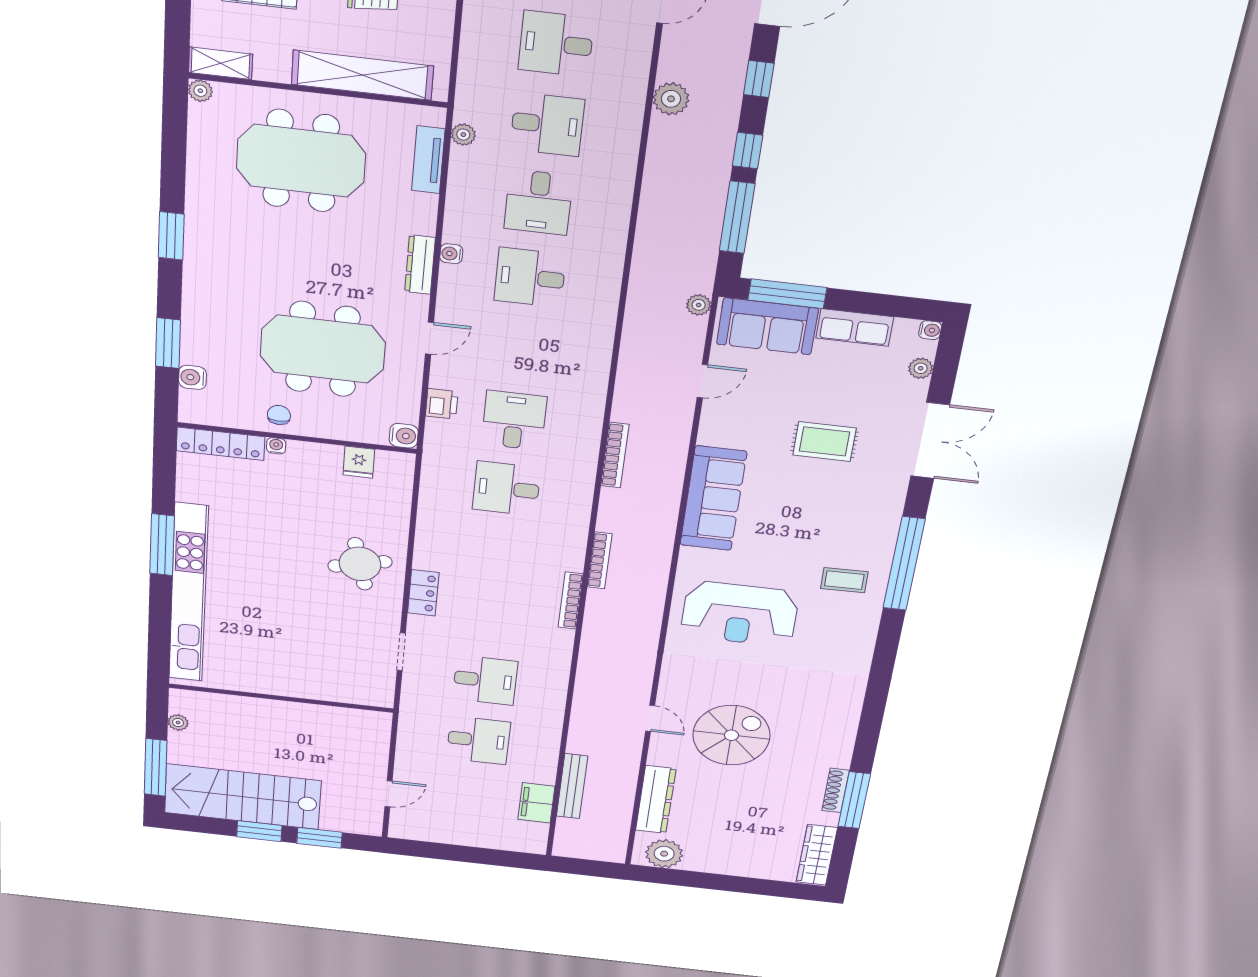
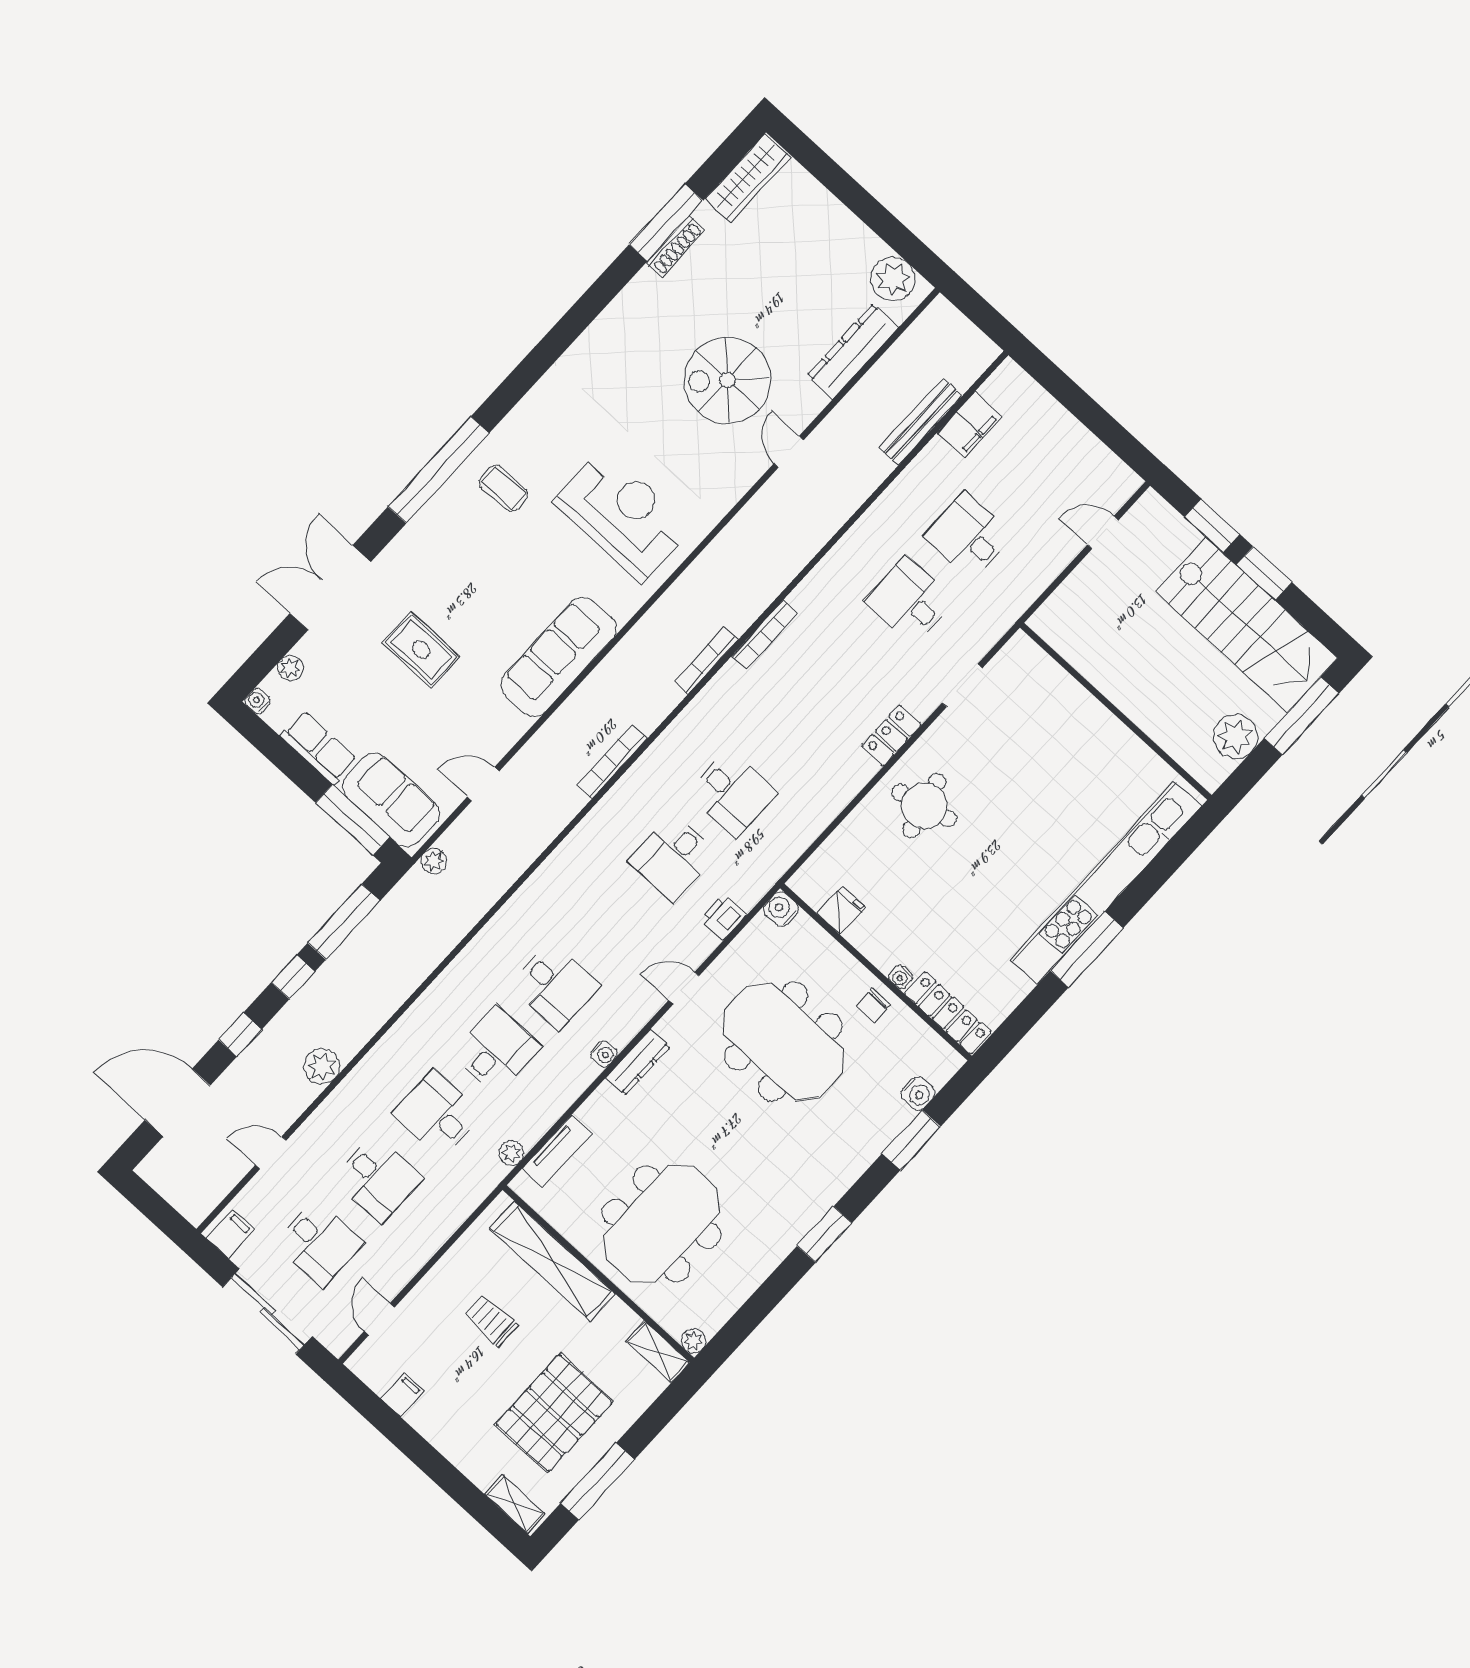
meeting table: (301, 161) -> (662, 1224), turned 90
plant: (178, 722) -> (1235, 737), width x1.87, depth x1.87

